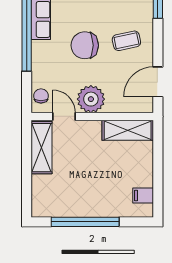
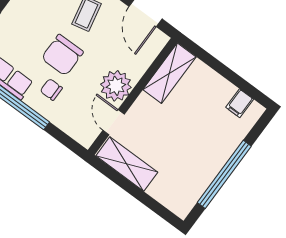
chair: (41, 96) -> (51, 90), moved
door: (64, 116) -> (114, 122), hinge flipped

